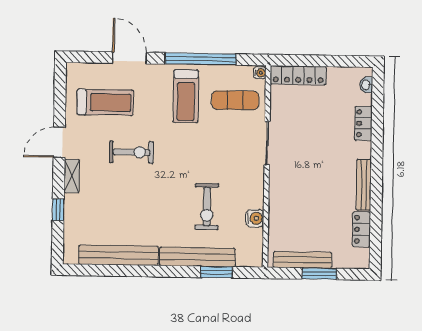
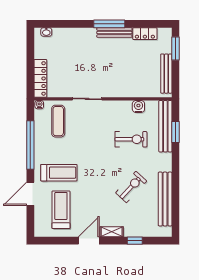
treadmill: (186, 96) -> (59, 173), moved
locker: (363, 123) -> (73, 33), removed
door: (59, 142) -> (89, 241), swing flipped
exercise bike: (131, 152) -> (131, 187), moved, turned 43
window: (377, 177) -> (109, 24), added
bench: (197, 257) -> (165, 126), moved
window: (319, 274) -> (176, 49), moved

